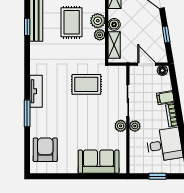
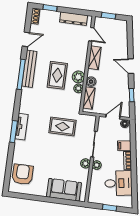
window: (27, 27) -> (21, 74), width x2.17
door: (147, 64) -> (113, 117), hinge flipped
window: (27, 113) -> (14, 132), moved

